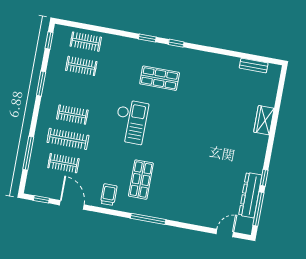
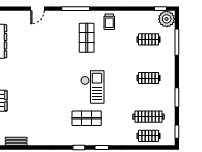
clothes rail: (81, 66) -> (149, 117), width x1.36
checkout: (131, 122) -> (92, 87), moved, turned 180
clothes rail: (68, 139) -> (149, 59), removed
plant: (36, 185) -> (167, 19), added
door: (72, 205) -> (136, 9), removed
door: (225, 233) -> (38, 9), moved

